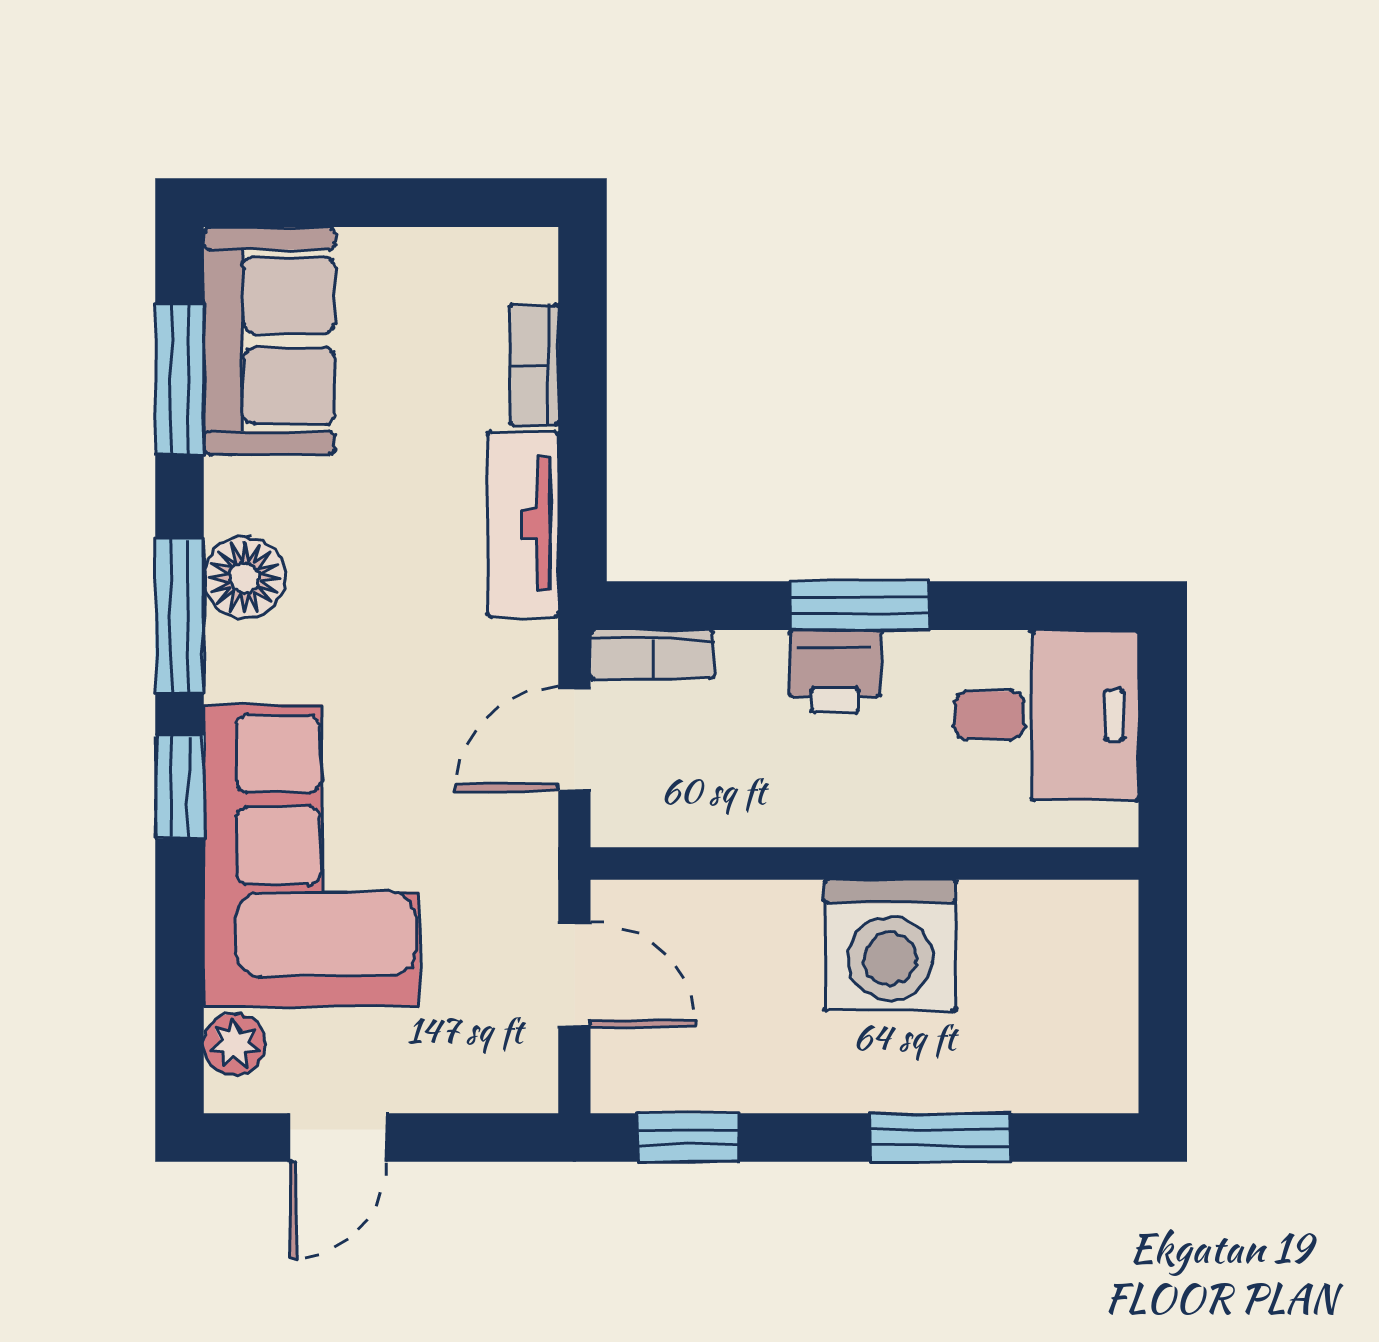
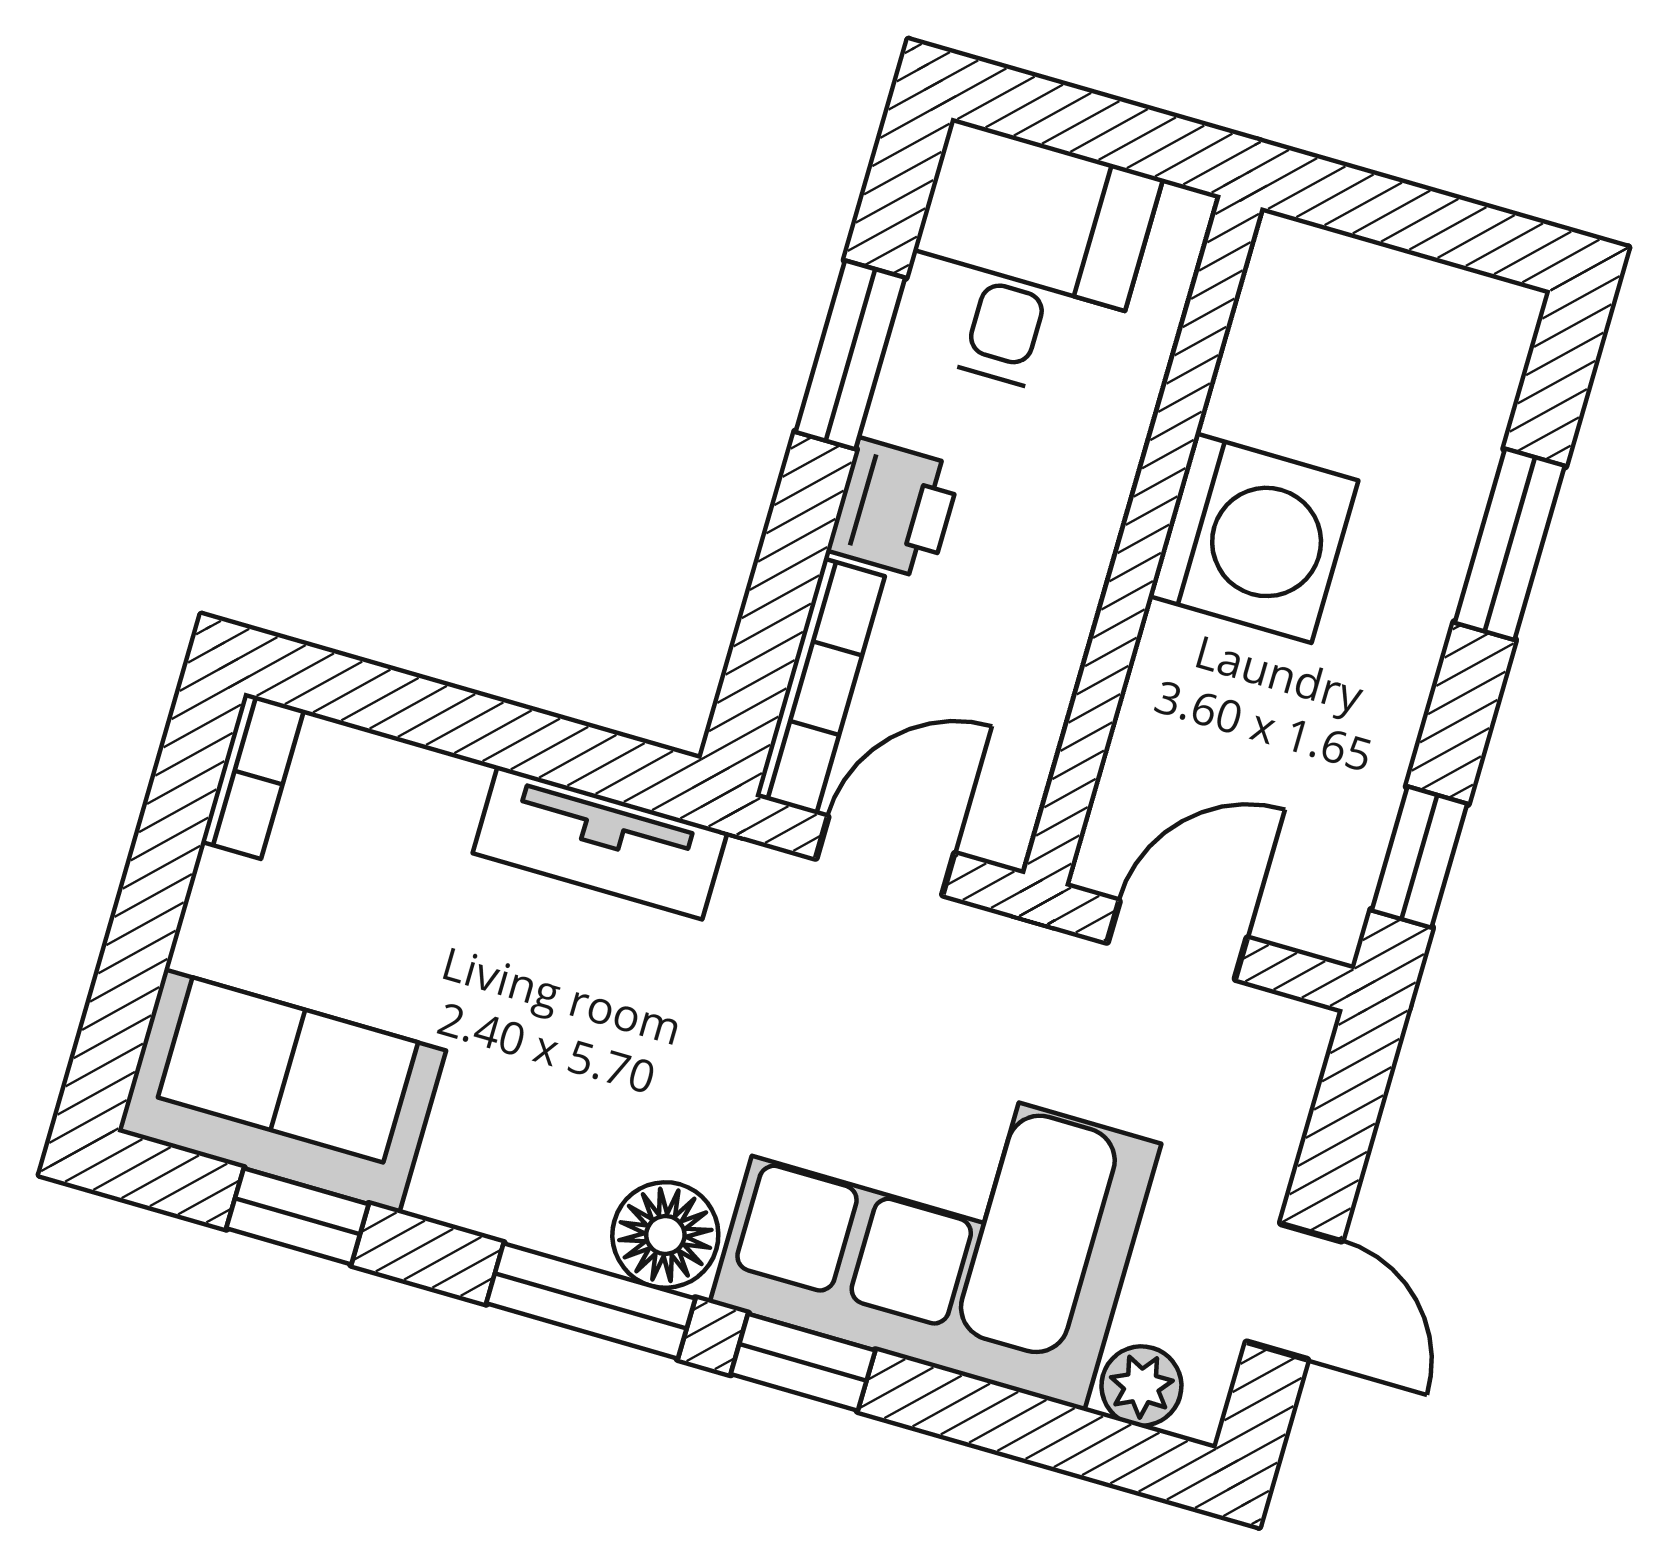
bookcase: (534, 365) -> (253, 776), moved, turned -90
window: (179, 379) -> (297, 1216), width x0.67
floor lamp: (245, 578) -> (665, 1235), moved
window: (859, 606) -> (850, 355), moved
bookcase: (652, 654) -> (820, 686), width x1.56
door: (574, 739) -> (885, 856), swing flipped

